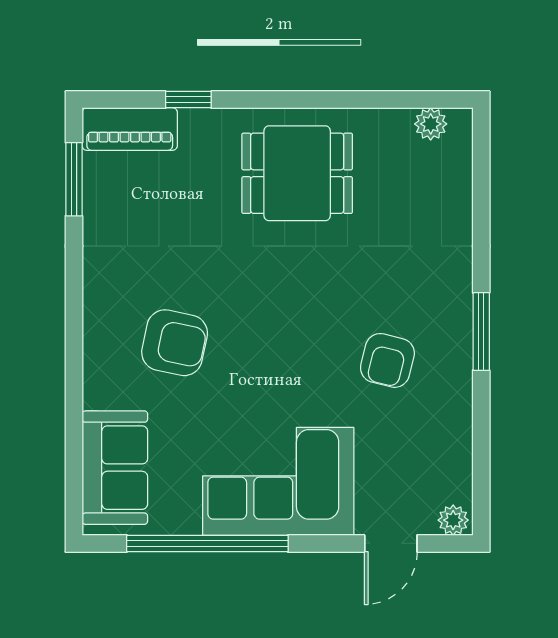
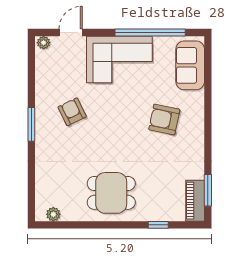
piano: (130, 129) -> (195, 201), moved, turned -90
armchair: (387, 360) -> (72, 112), turned -40

